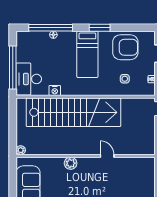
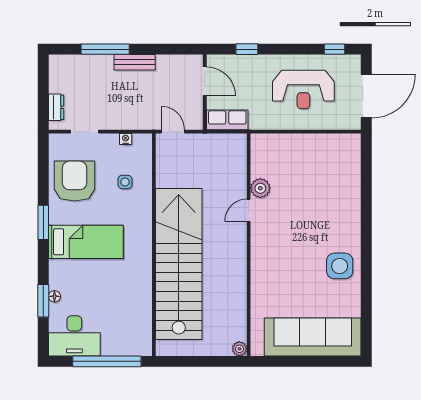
window: (51, 28) -> (43, 301), width x0.47
desk: (29, 79) -> (74, 336), moved
nightstand: (55, 90) -> (144, 294), removed
plant: (71, 163) -> (260, 188), moved

